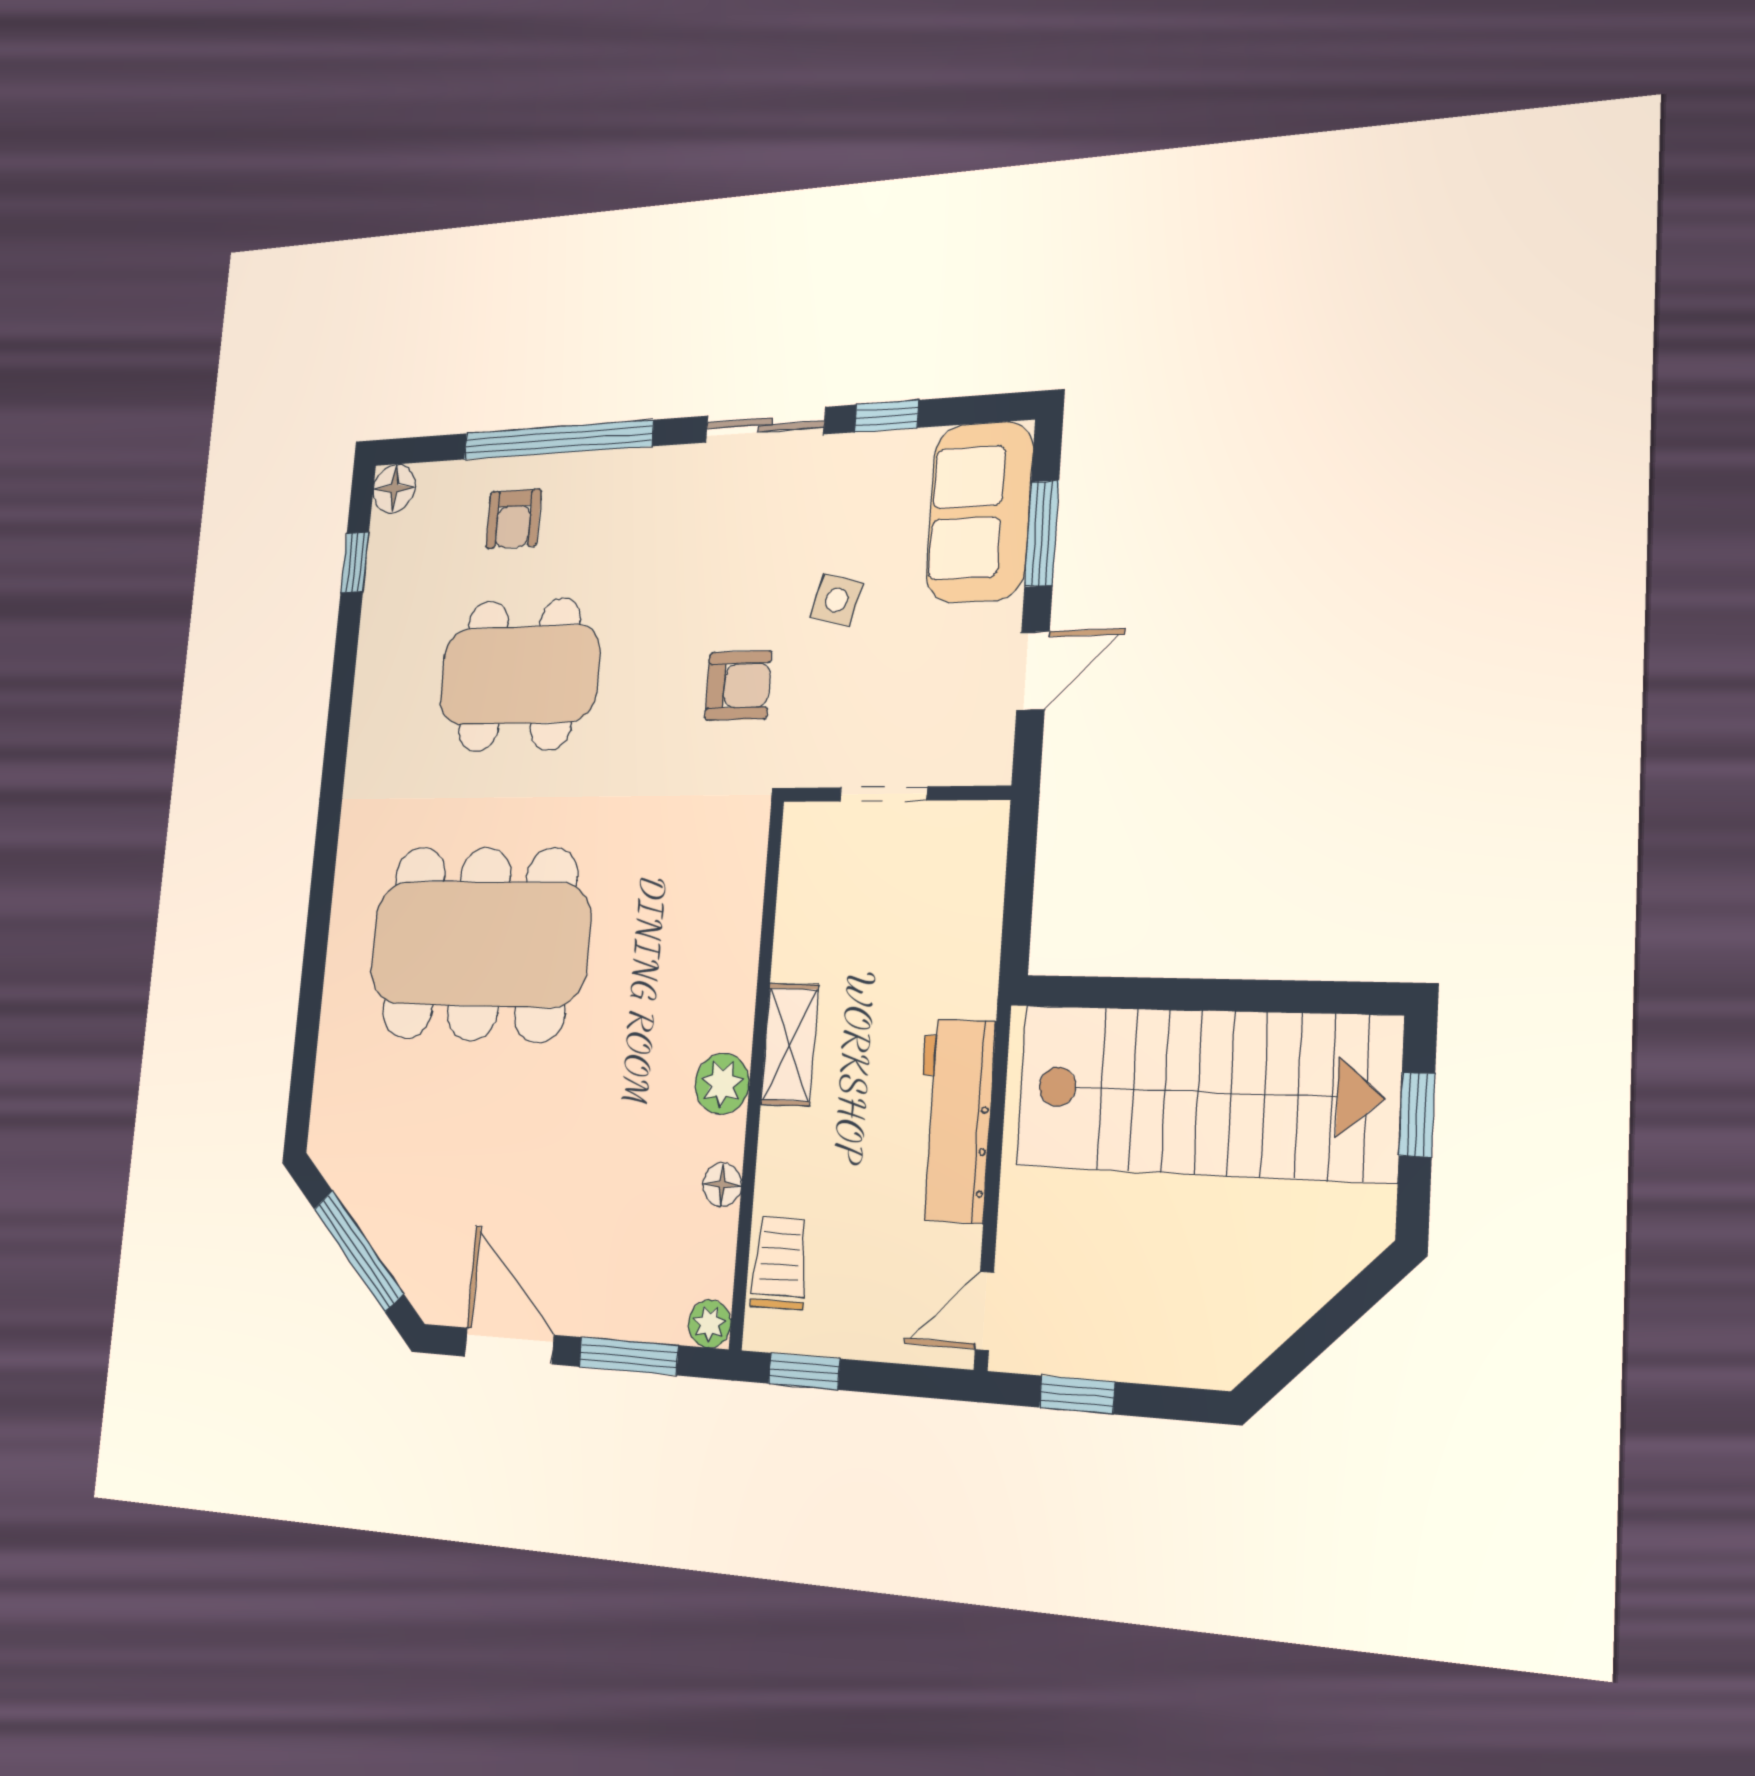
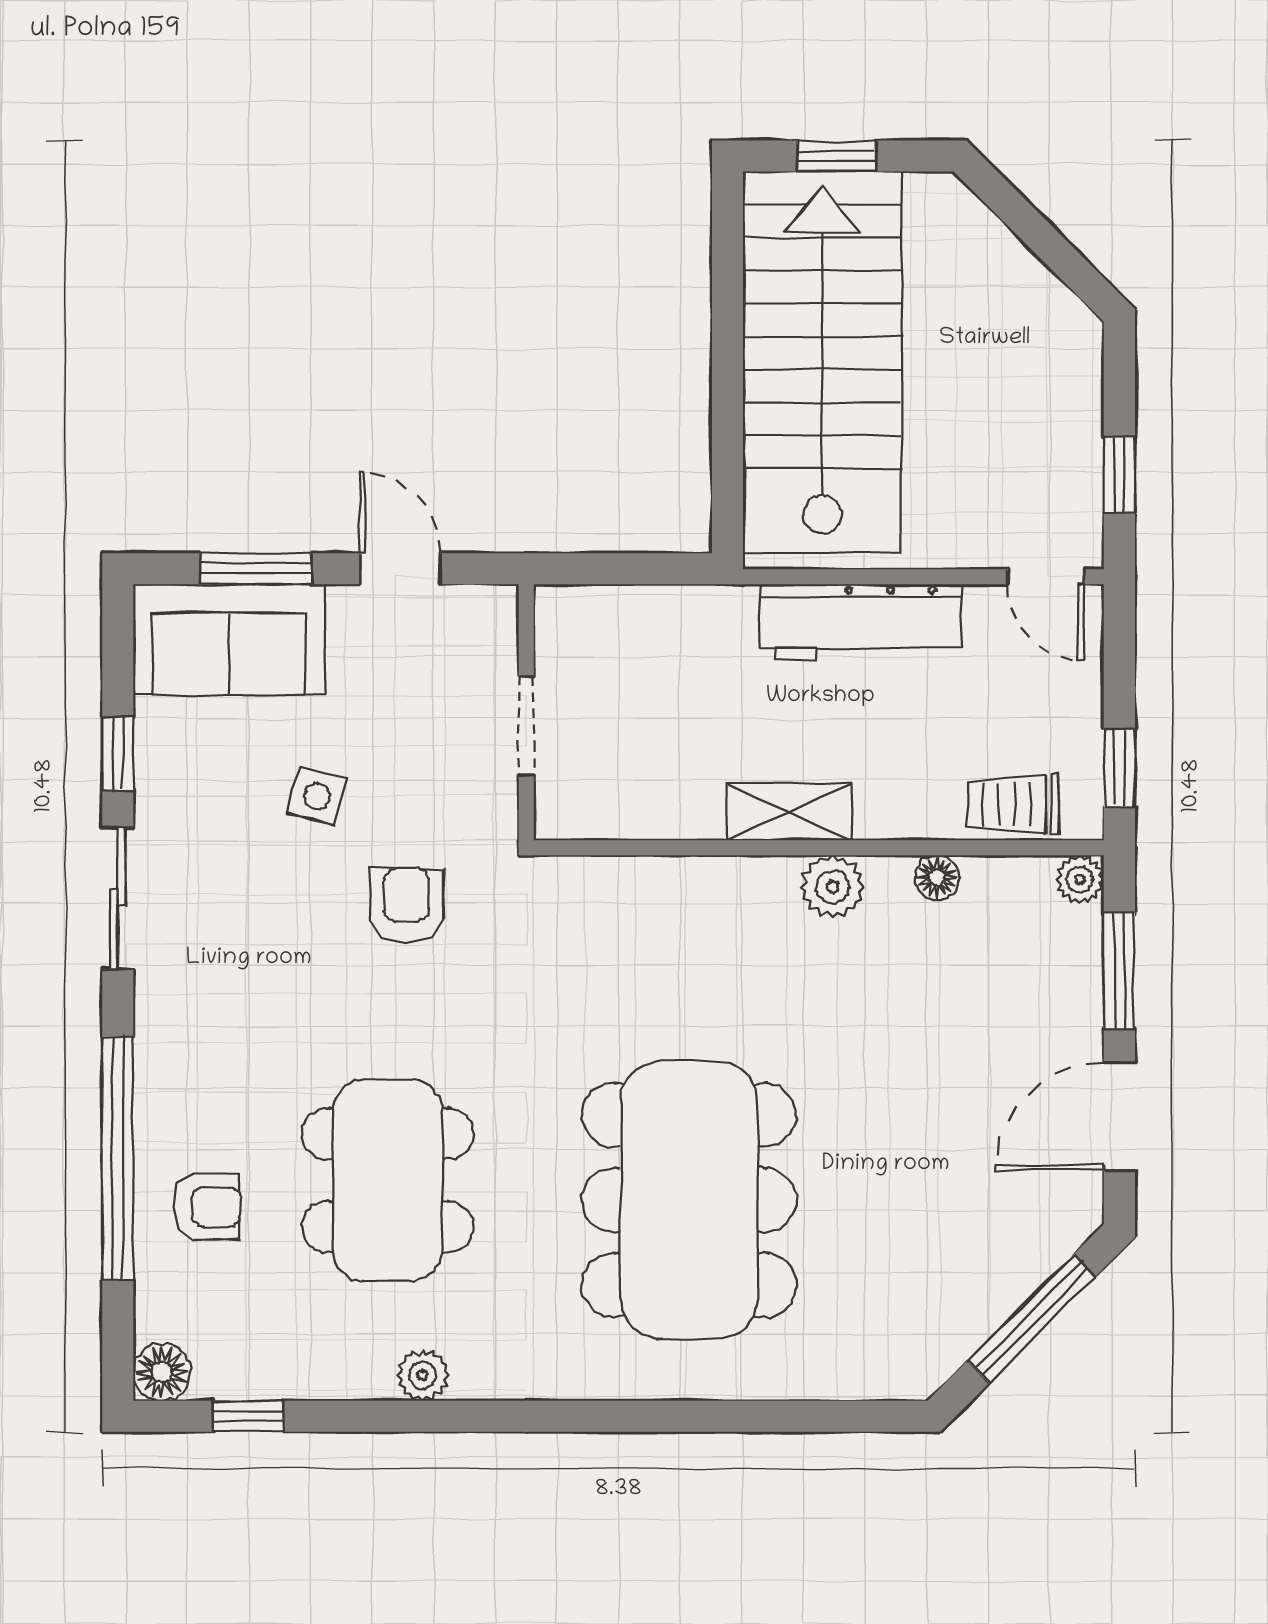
plant: (370, 710) -> (423, 1375), added

